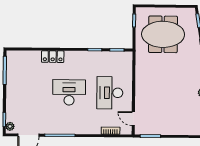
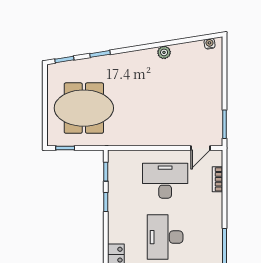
meeting table: (163, 34) -> (84, 108), turned 90
desk: (110, 93) -> (165, 181), turned 180

